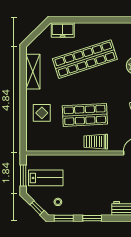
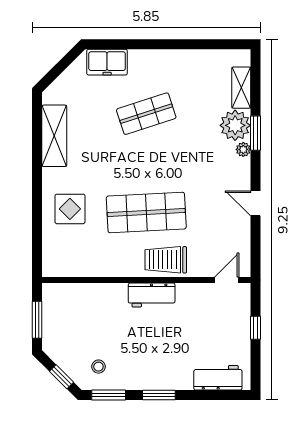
shop shelf: (85, 59) -> (146, 114), width x0.50, depth x0.74
workbench: (88, 162) -> (152, 295), added
lab bench: (46, 178) -> (77, 324), removed

